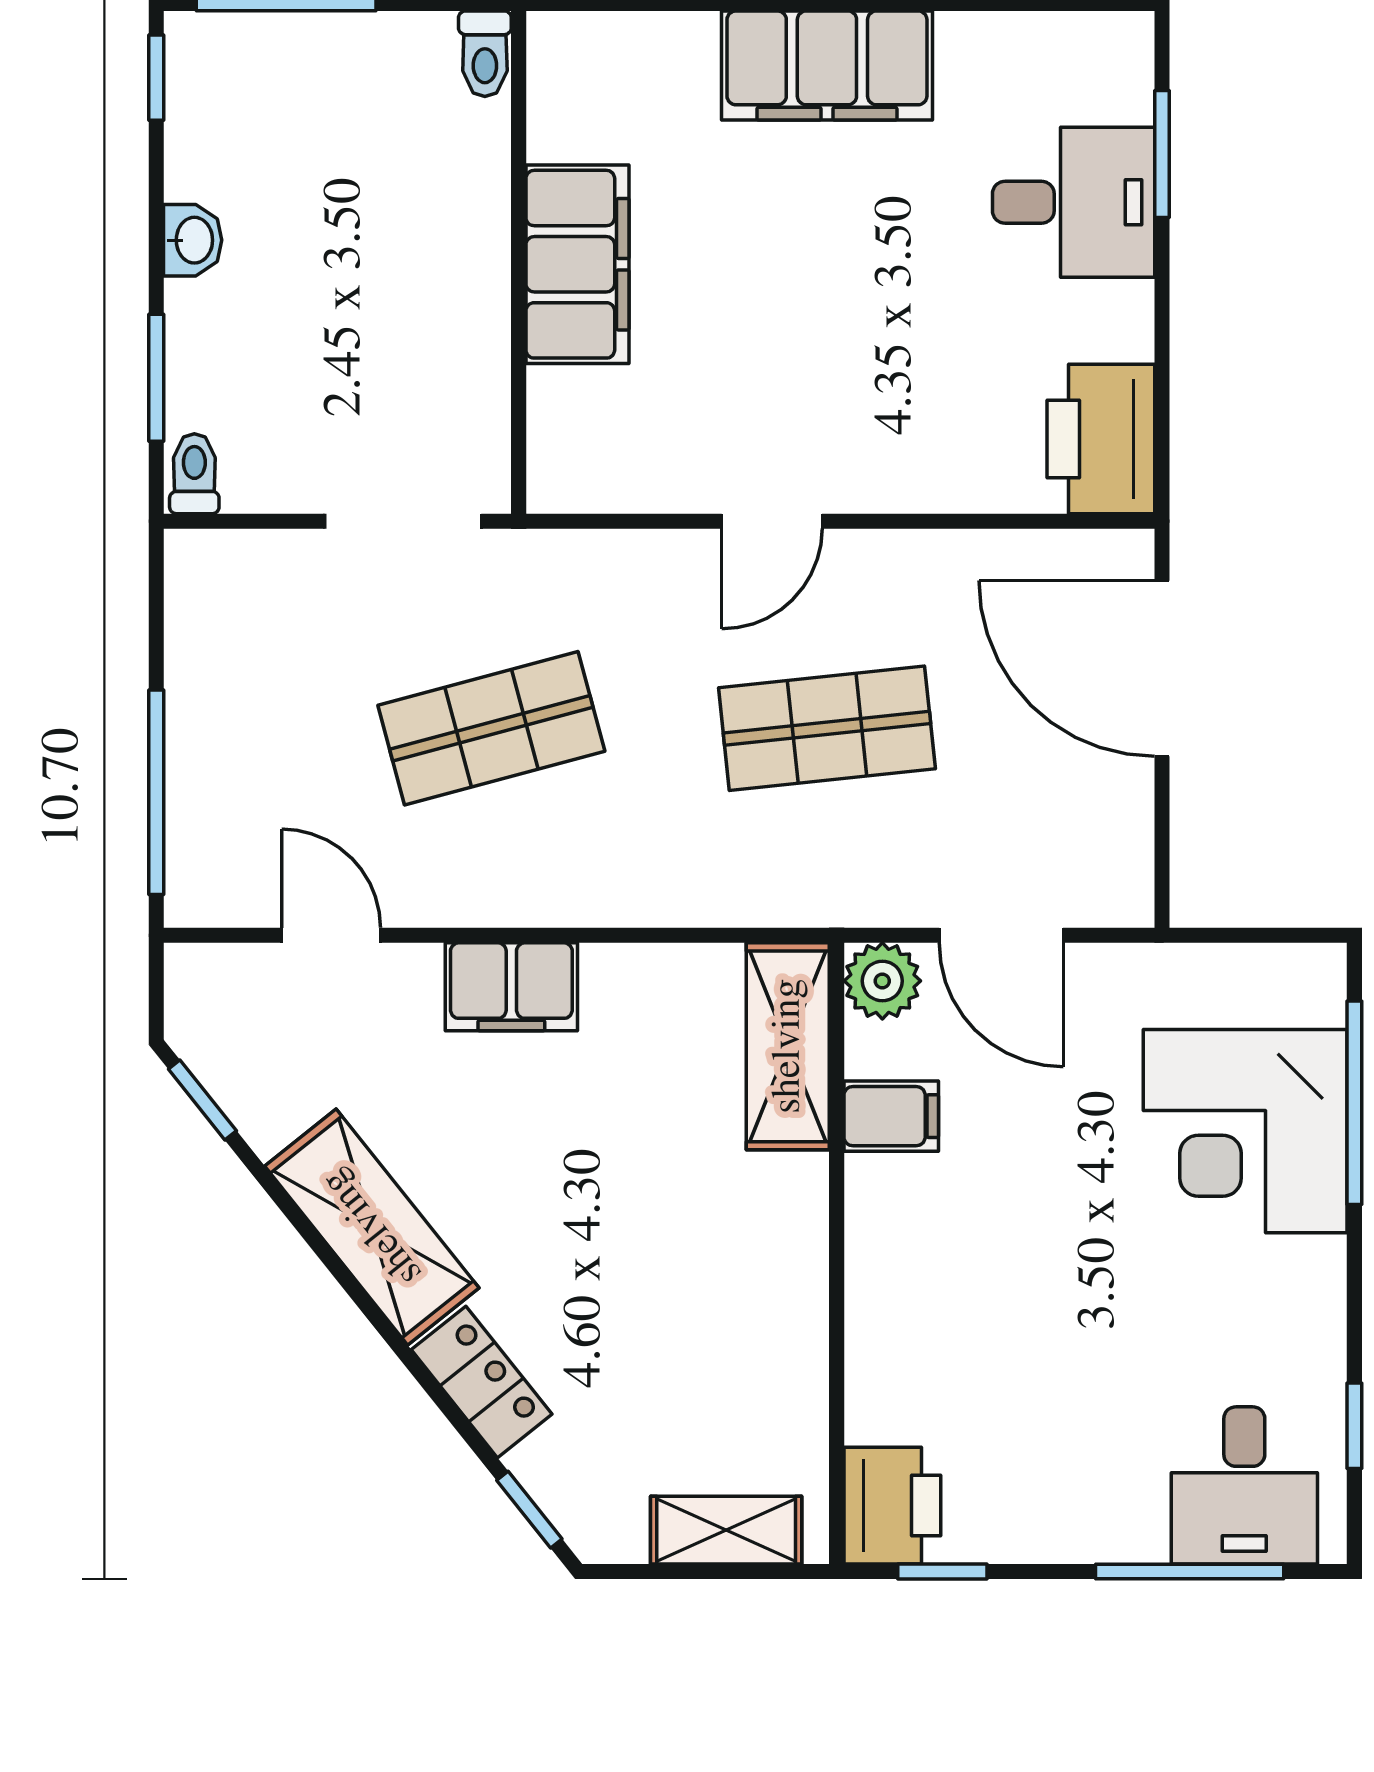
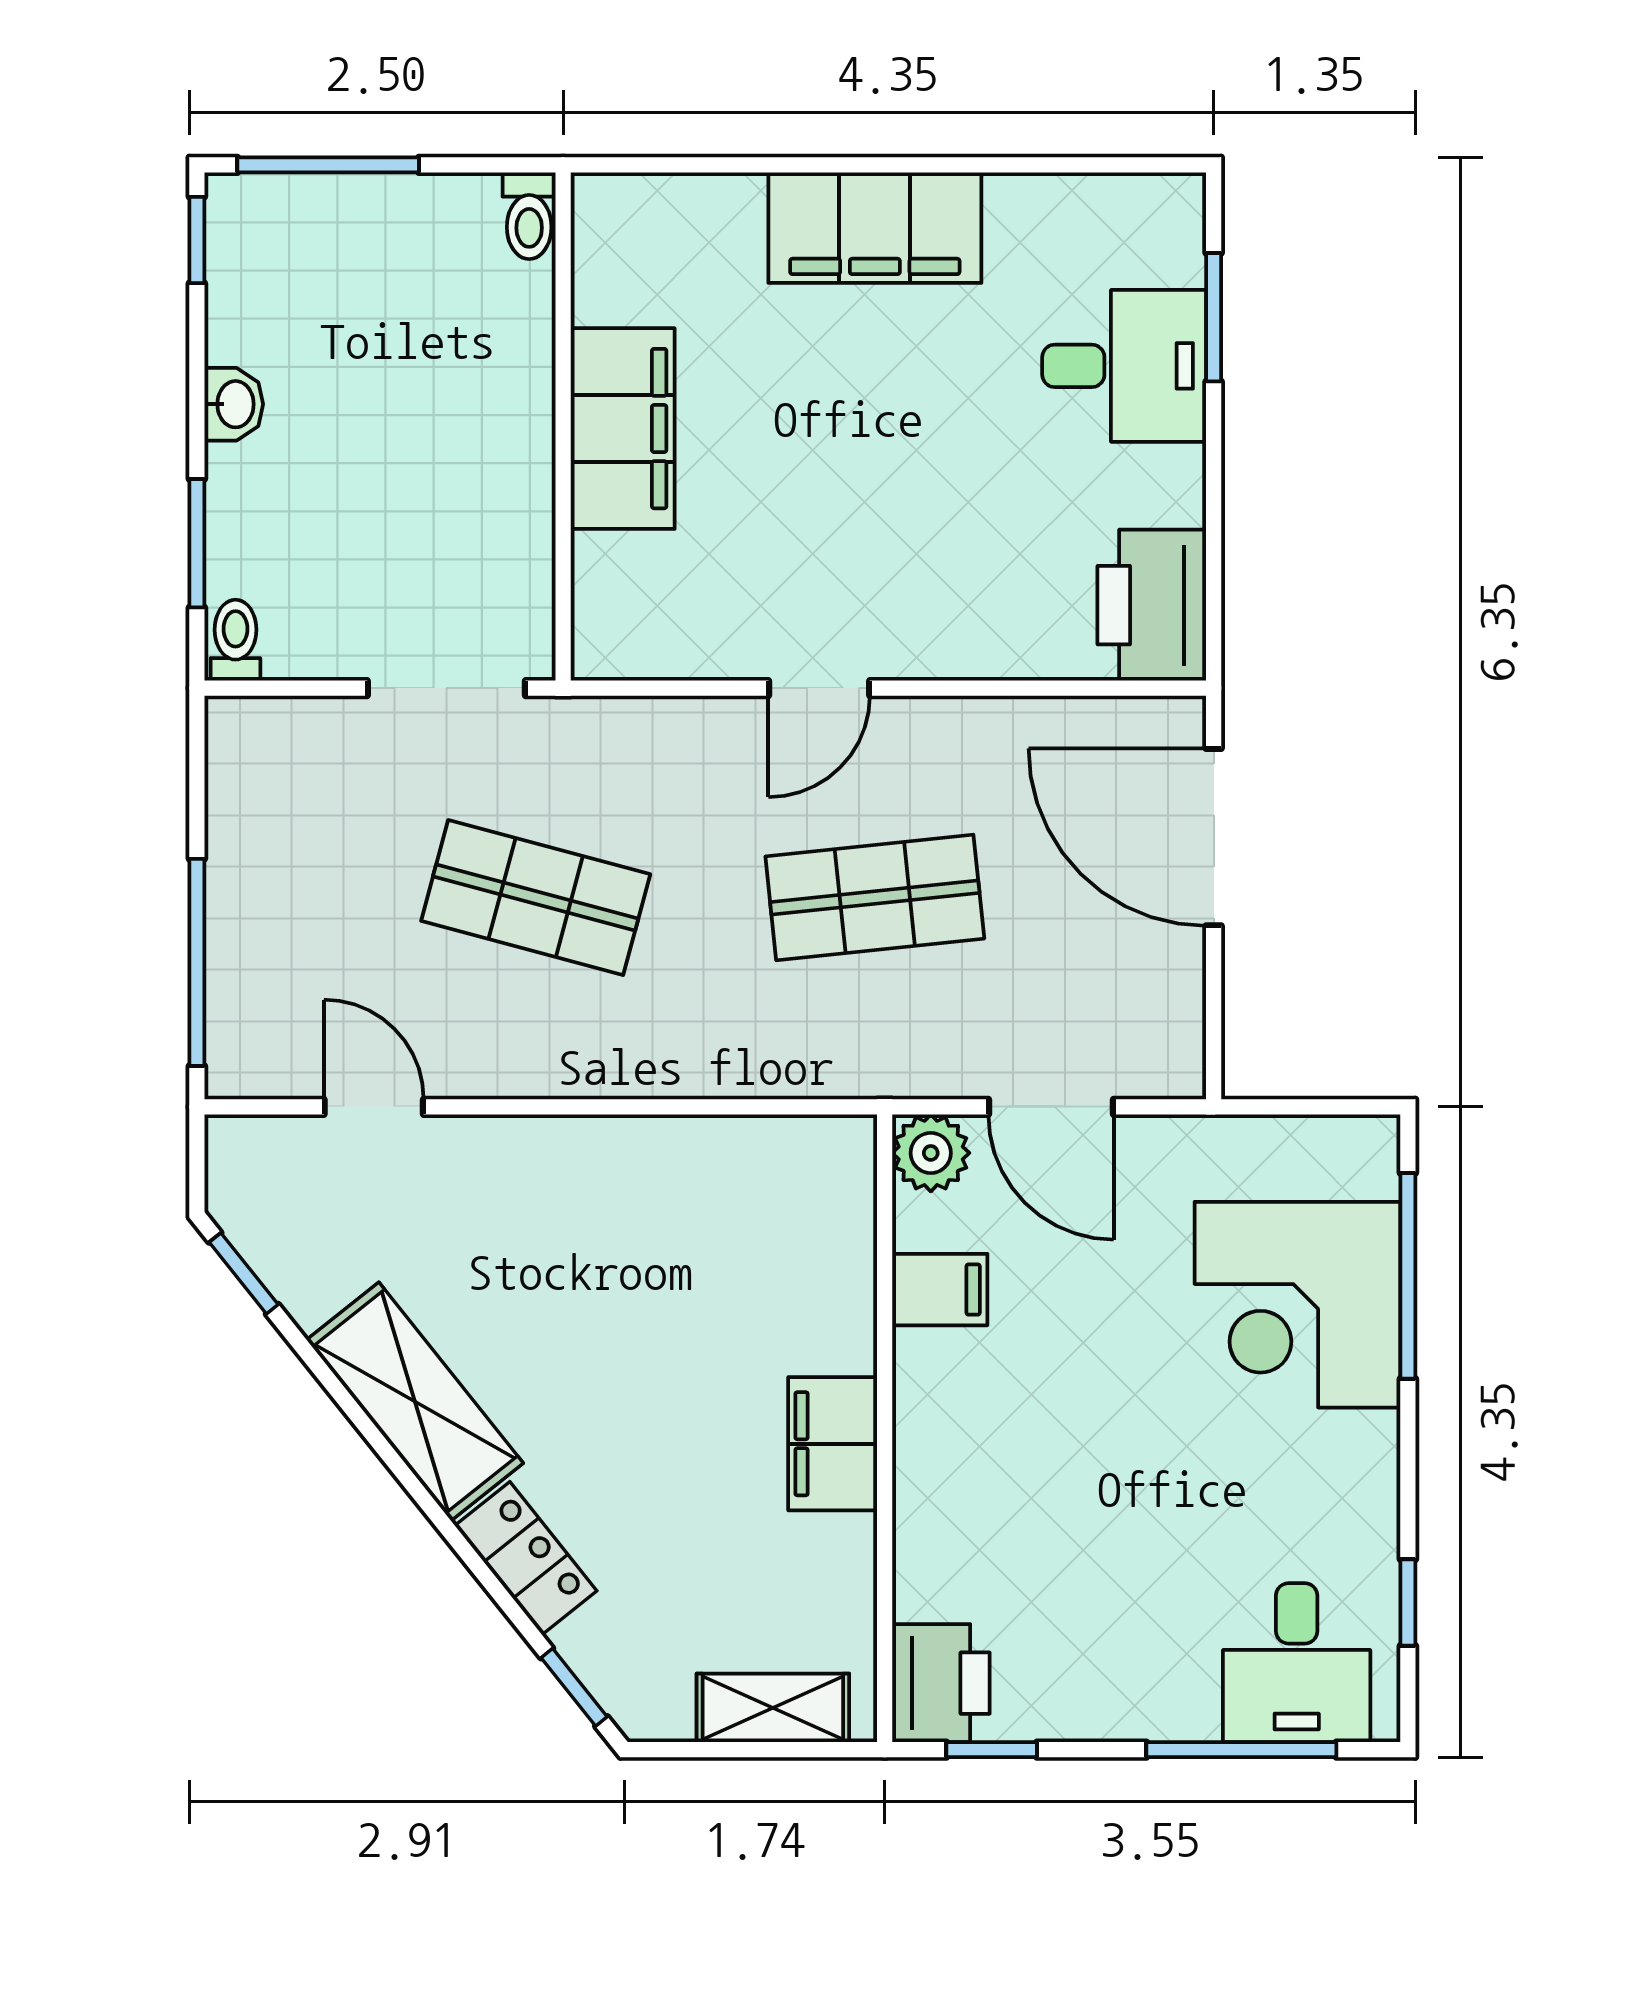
shop shelf: (491, 728) -> (536, 898), turned 30
filing cabinet: (511, 987) -> (833, 1444), moved, turned 90
shelving: (788, 1046) -> (835, 1219), removed

